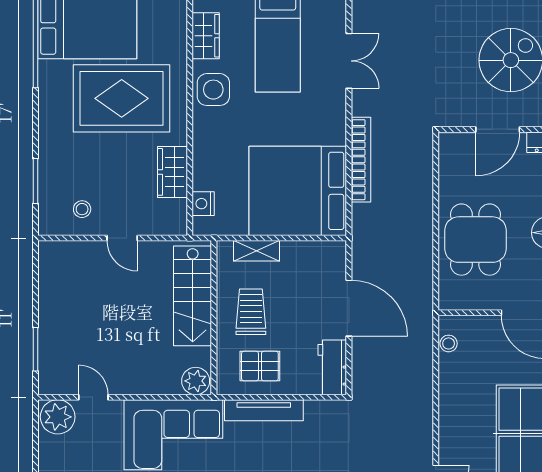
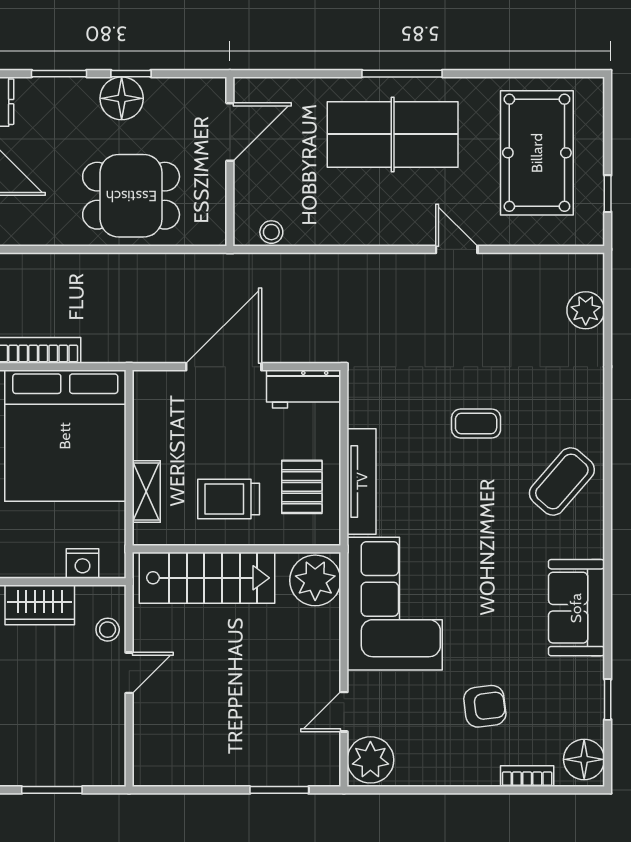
stool: (82, 209) -> (108, 630), moved
plant: (196, 381) -> (315, 580), width x1.36, depth x1.36

